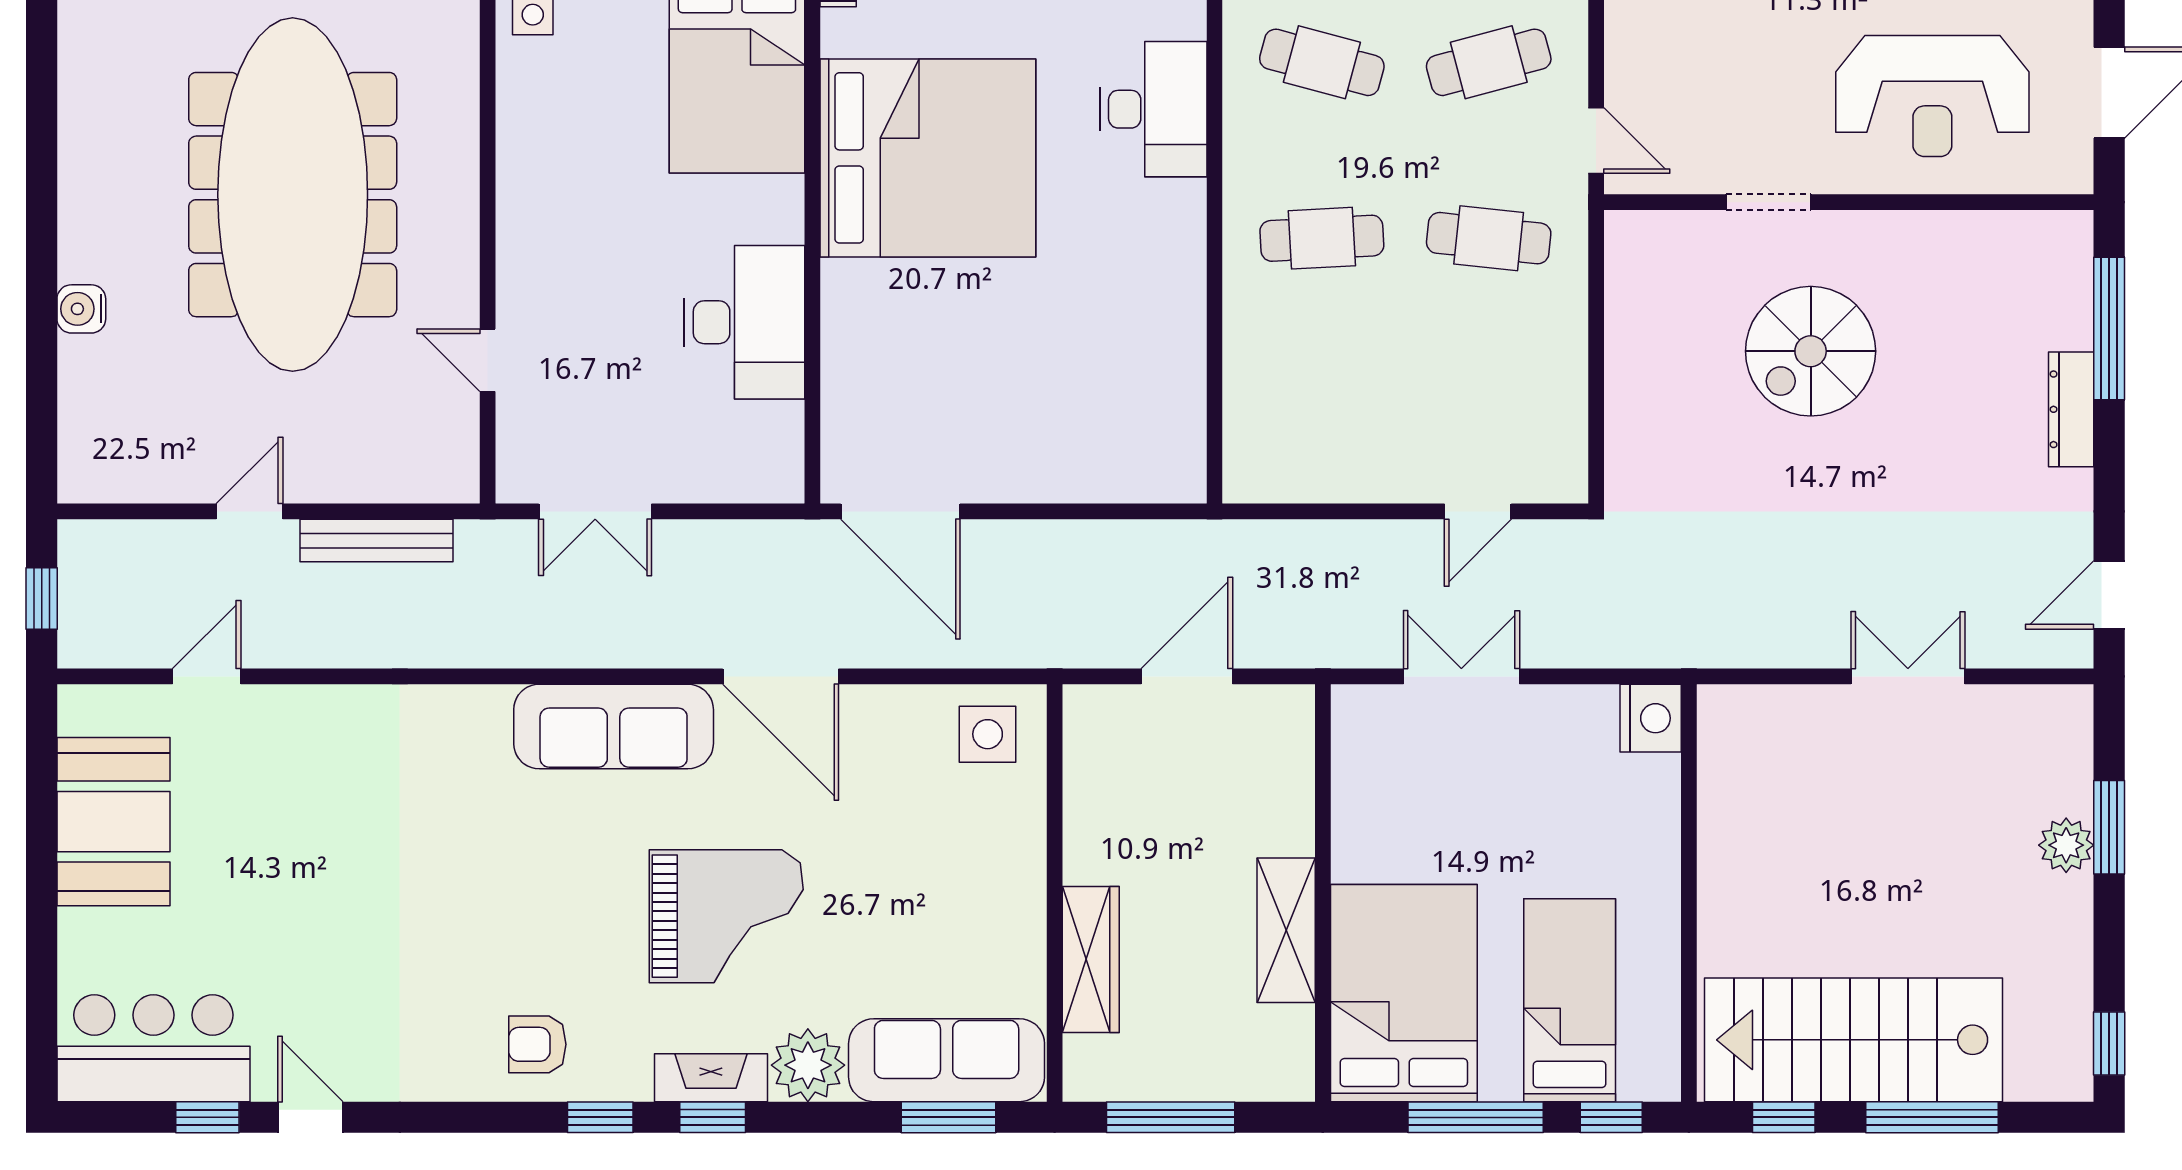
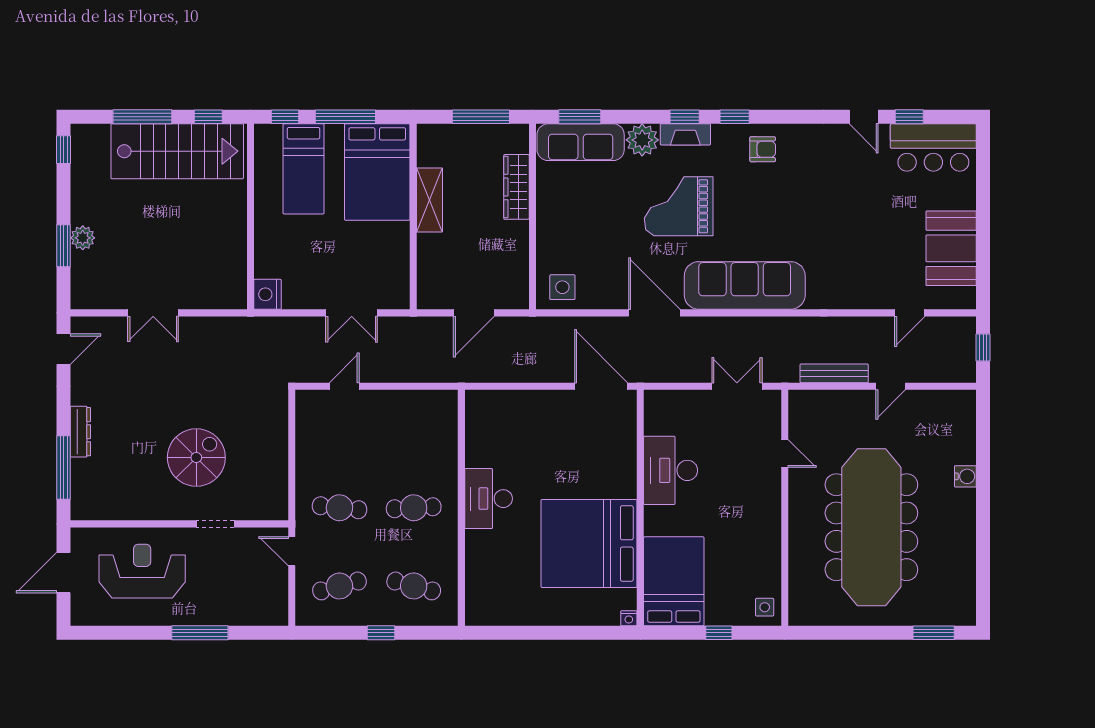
desk: (1153, 109) -> (489, 499), moved
sofa: (614, 727) -> (745, 285), width x1.36, depth x1.27

